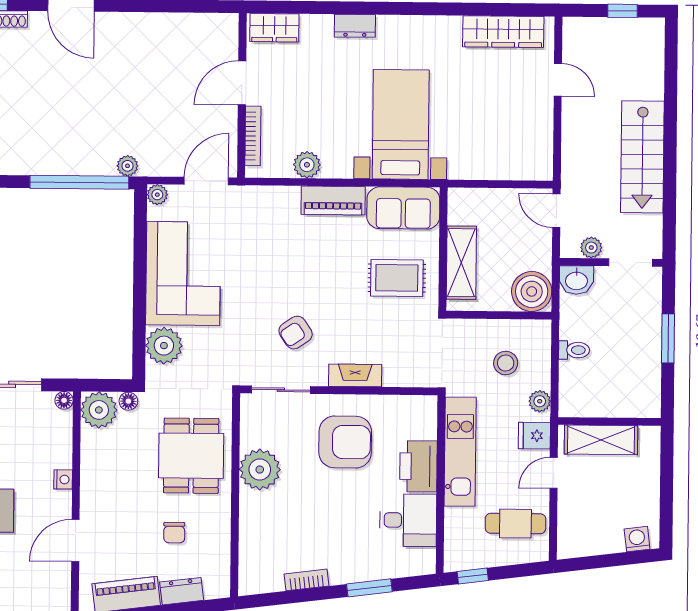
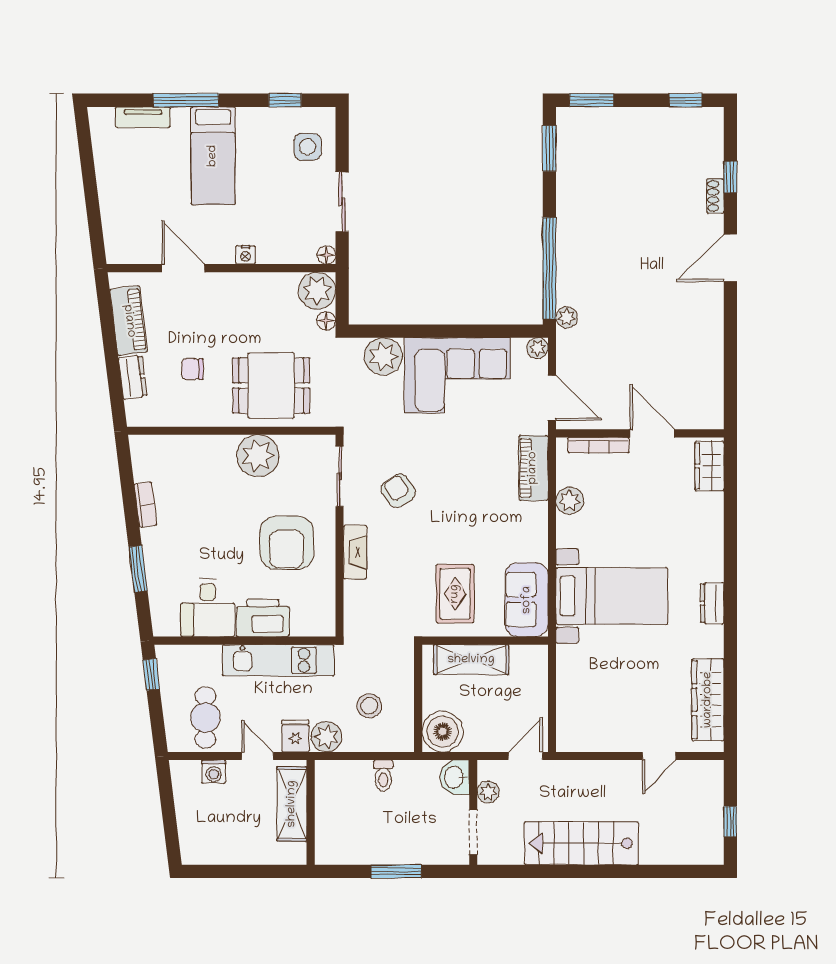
dresser: (355, 26) -> (712, 603), moved
piano: (333, 200) -> (533, 468), moved
plant: (540, 401) -> (326, 737), width x1.38, depth x1.38
washing machine: (637, 539) -> (214, 772), moved, turned 97

